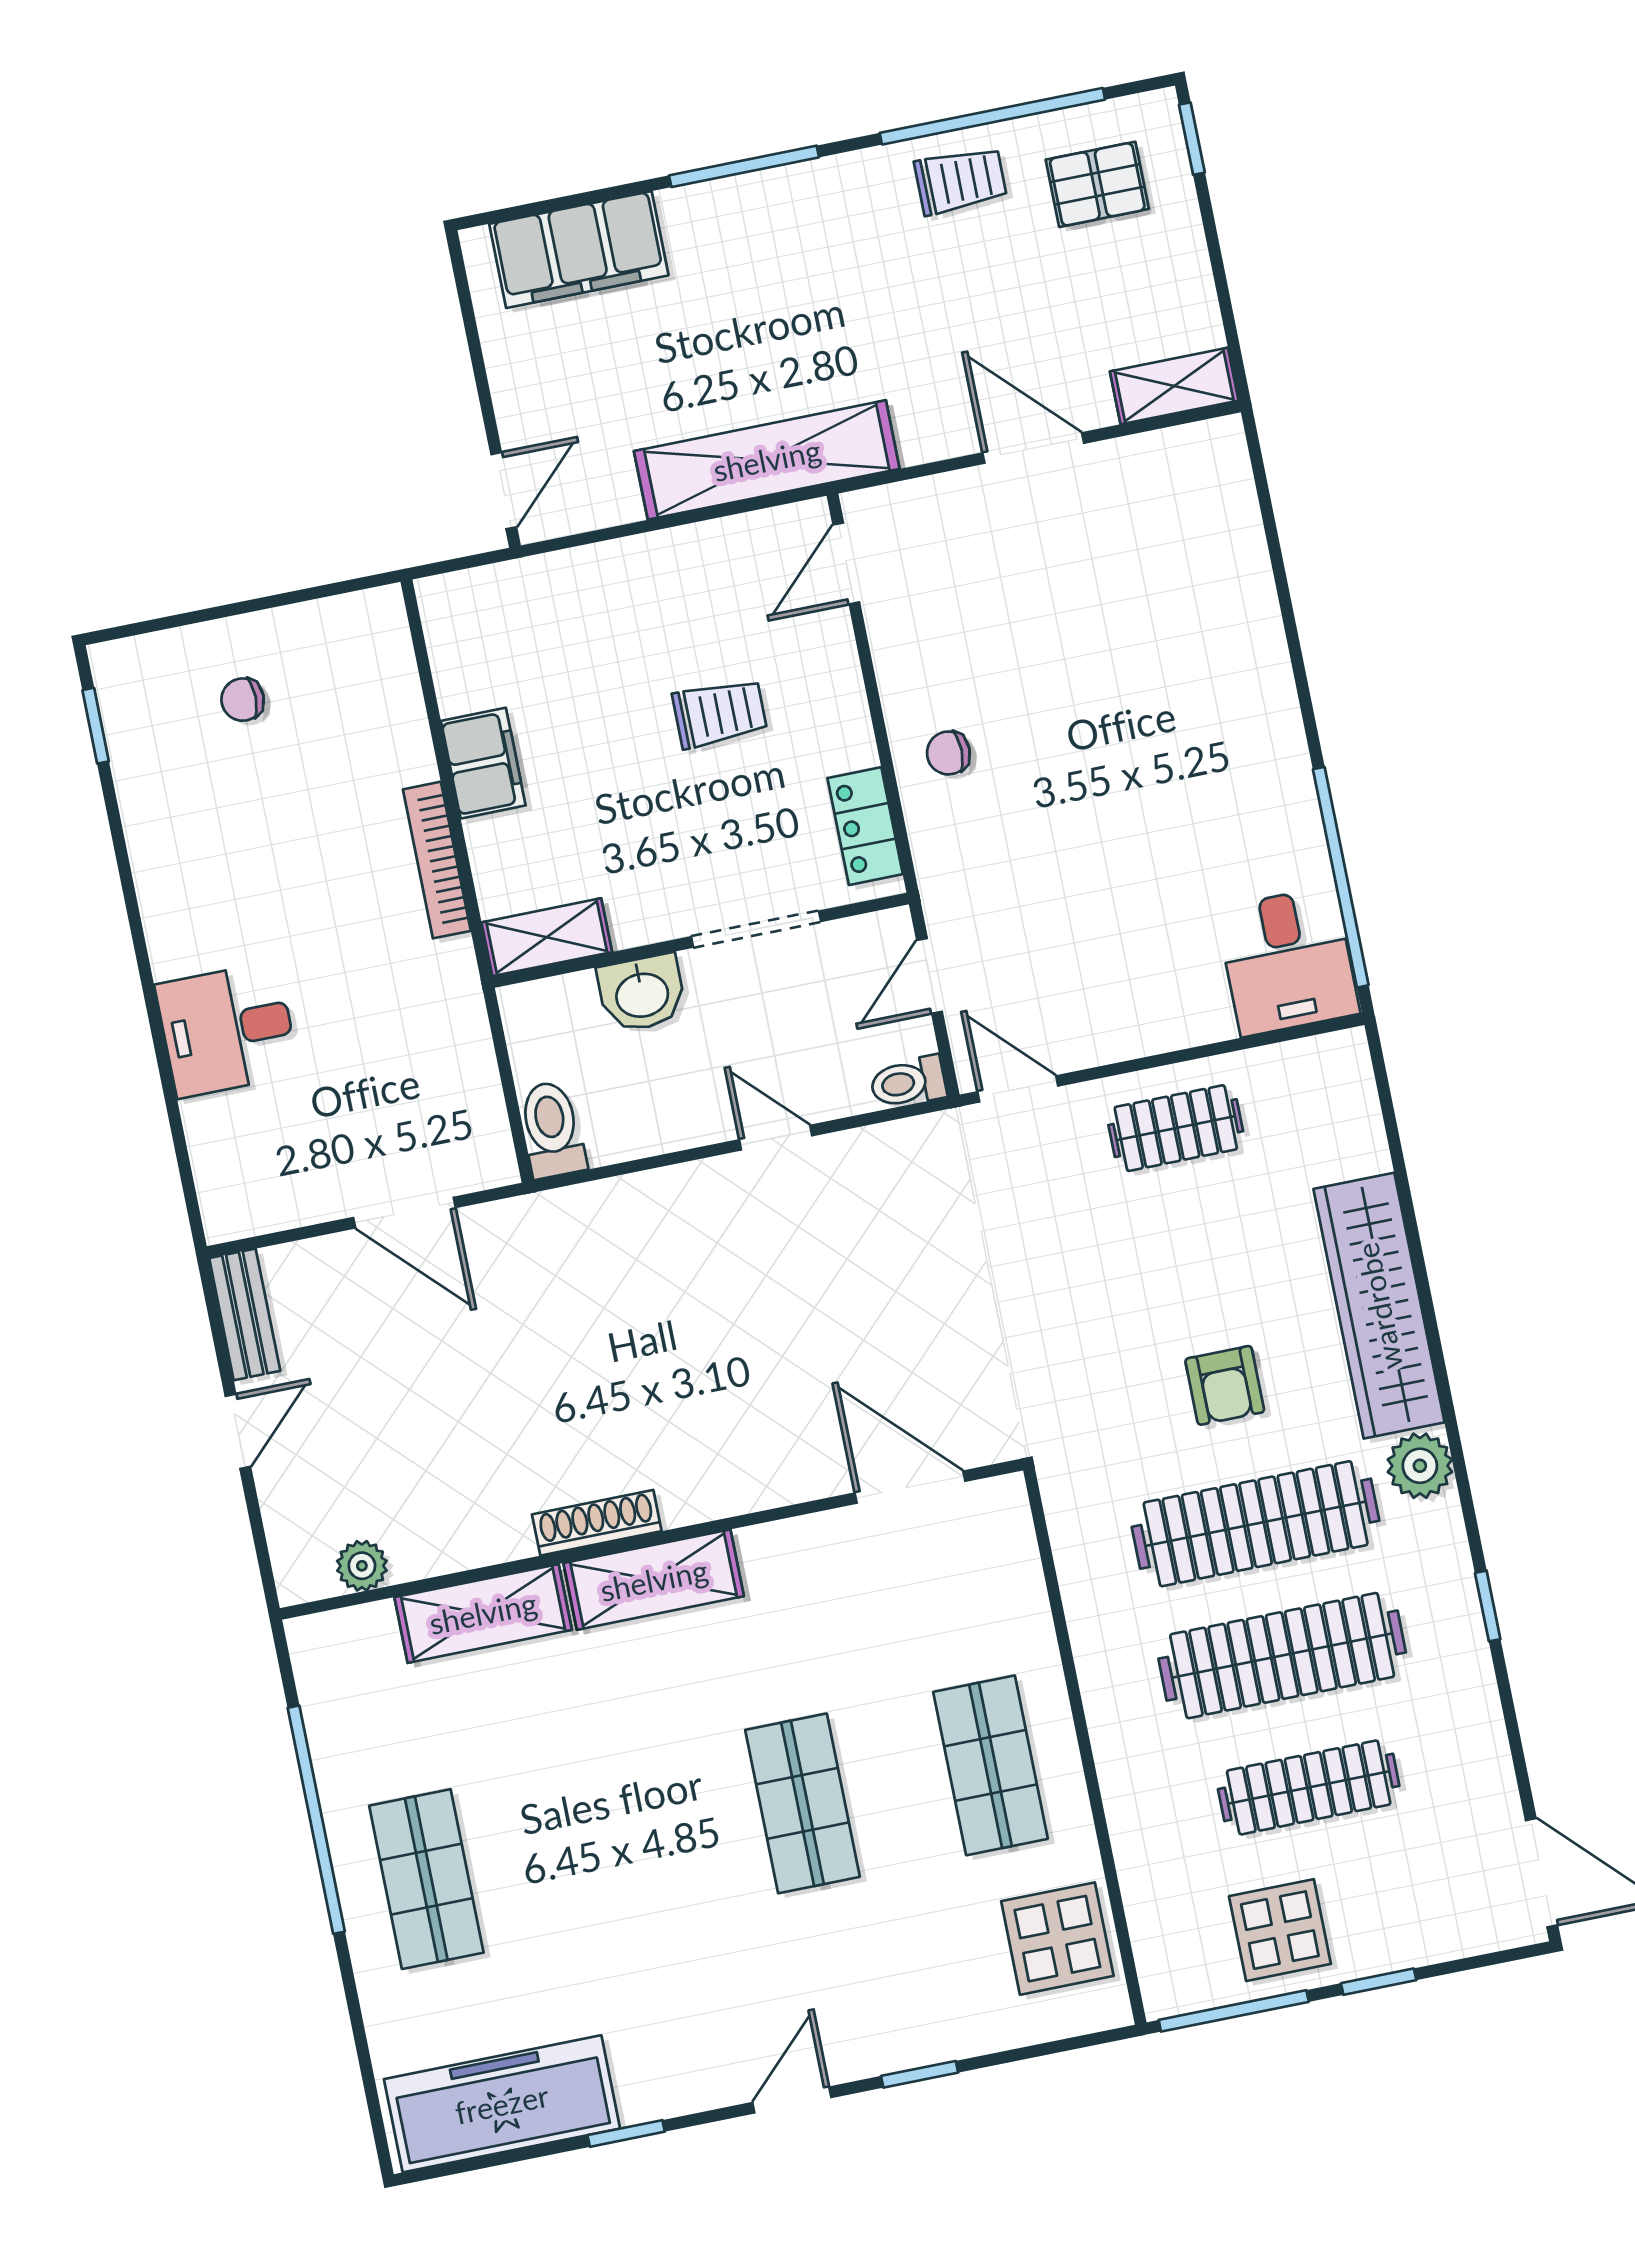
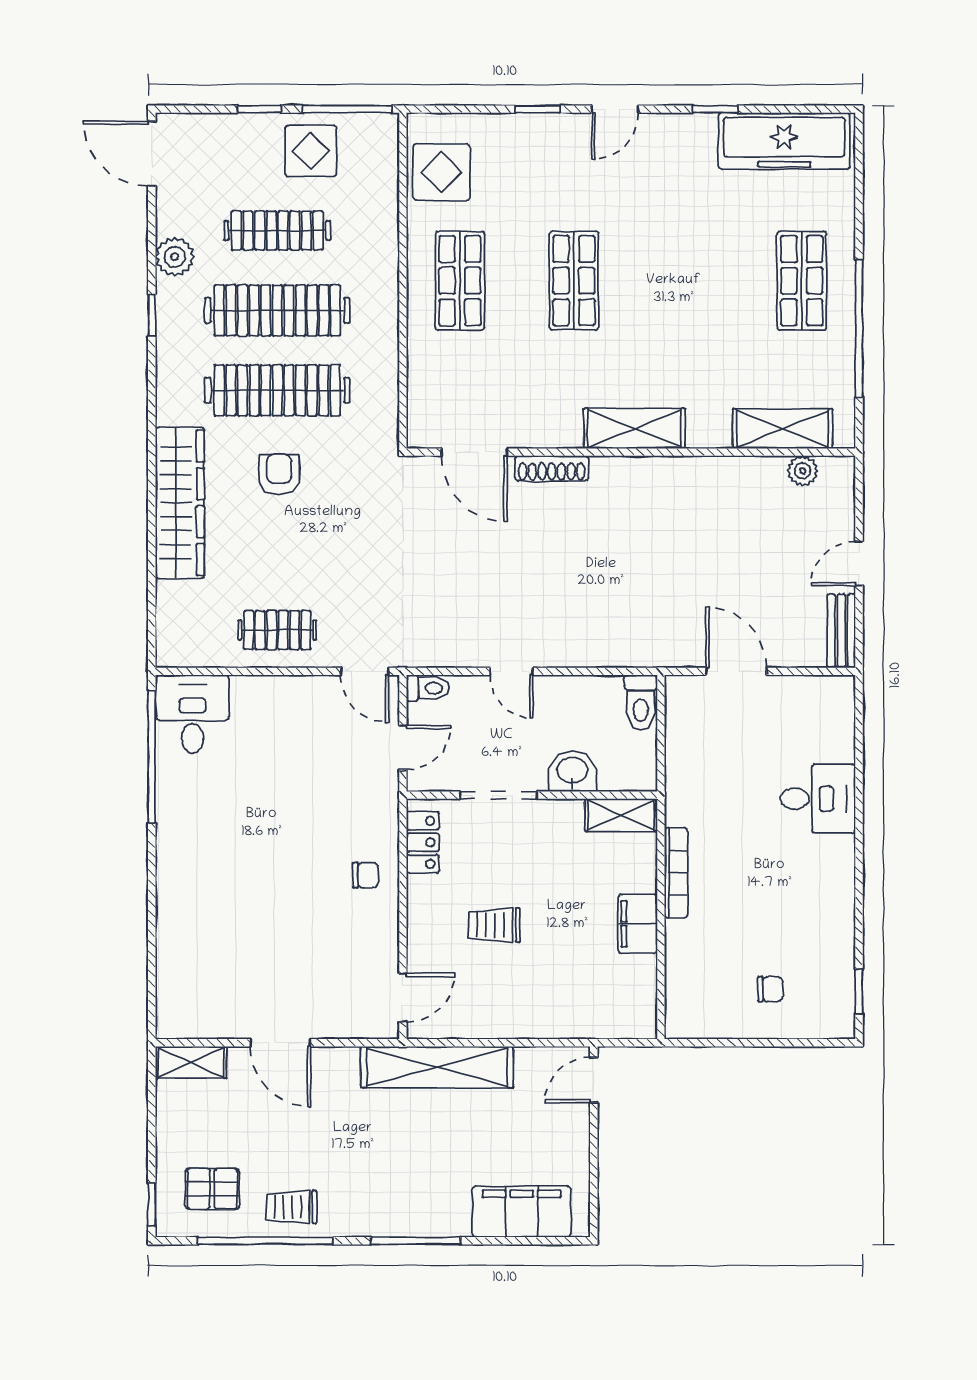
plant: (1420, 1466) -> (175, 257), moved
shoe rack: (597, 1523) -> (552, 468), moved
shelving: (483, 1613) -> (783, 429), moved

